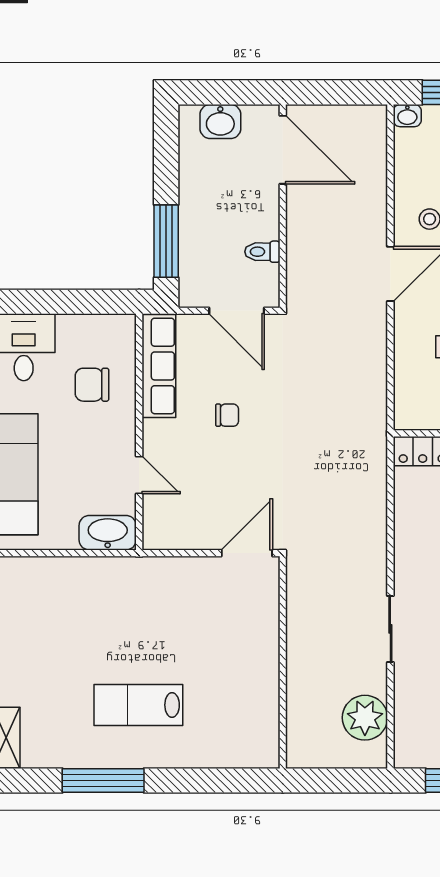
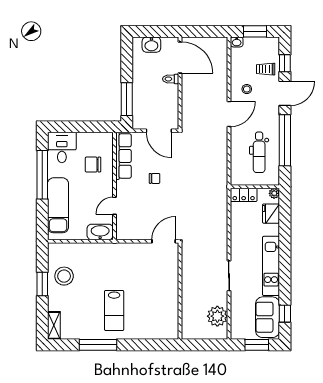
toilet: (262, 252) -> (171, 79), moved
door: (139, 475) -> (114, 206), swing flipped
stool: (28, 630) -> (64, 276), added
lab bench: (138, 705) -> (114, 310), turned -90

